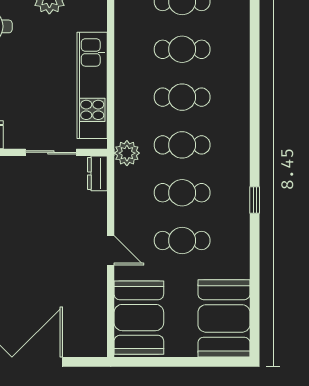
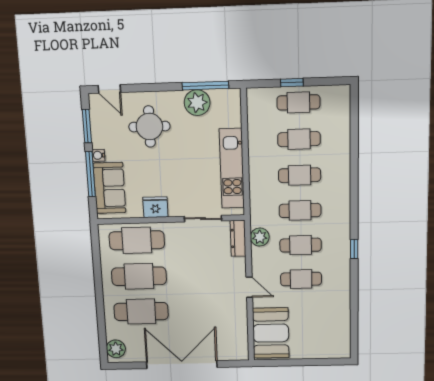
plant: (127, 153) -> (260, 237), moved
dresser: (97, 173) -> (238, 238), width x1.44
booth: (224, 318) -> (332, 332), removed

